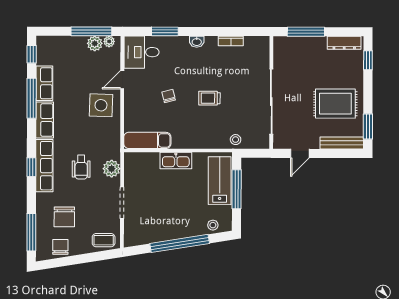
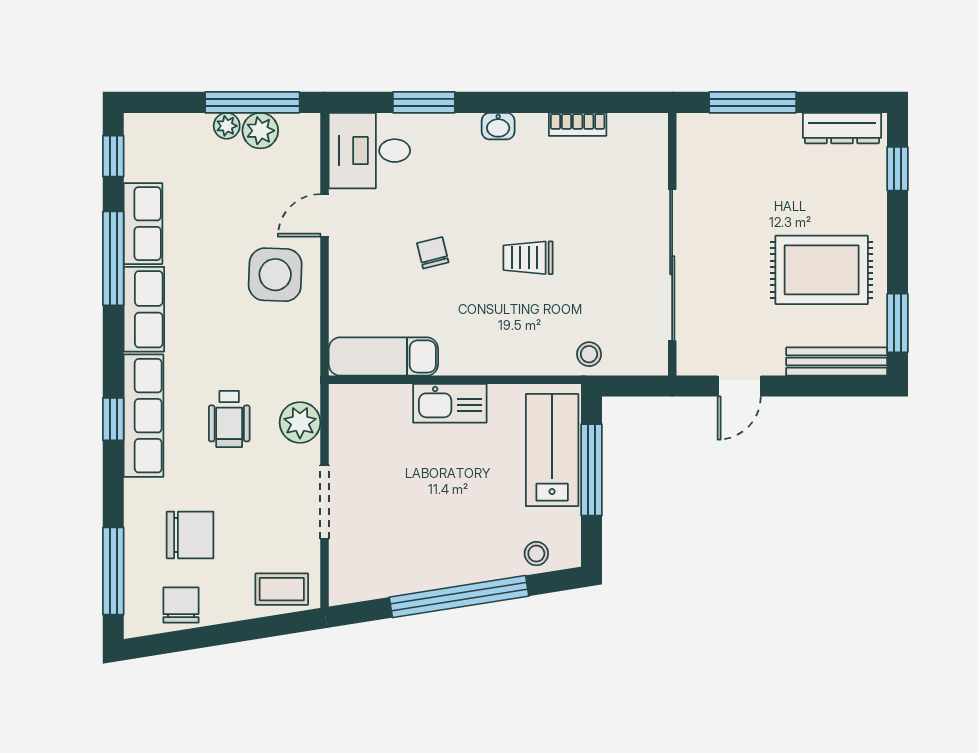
plant: (109, 41) -> (227, 126), moved
chair: (64, 217) -> (190, 535), turned -90

